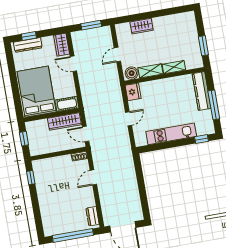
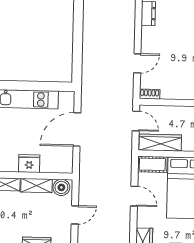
door: (73, 64) -> (134, 196), moved
fridge: (133, 92) -> (29, 164), moved, turned 90
door: (129, 119) -> (77, 130), width x1.87

